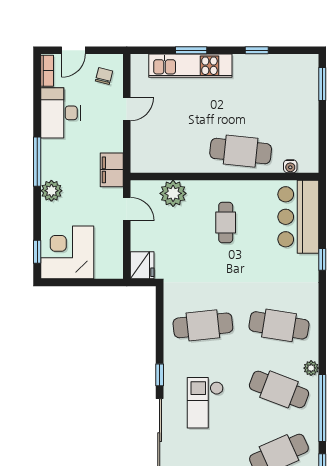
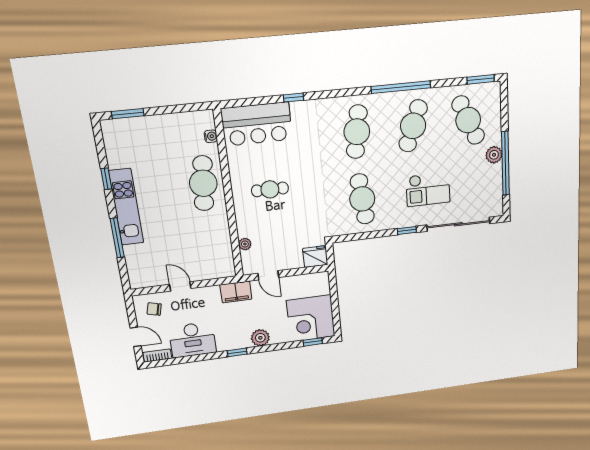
window: (191, 50) -> (117, 238), width x1.44
kitchen unit: (190, 66) -> (126, 207), moved
window: (37, 162) -> (237, 352), width x0.46
plant: (173, 193) -> (245, 244), width x0.53, depth x0.53
door: (127, 209) -> (268, 275), swing flipped
plant: (311, 368) -> (392, 98), removed
window: (322, 408) -> (401, 87), moved

